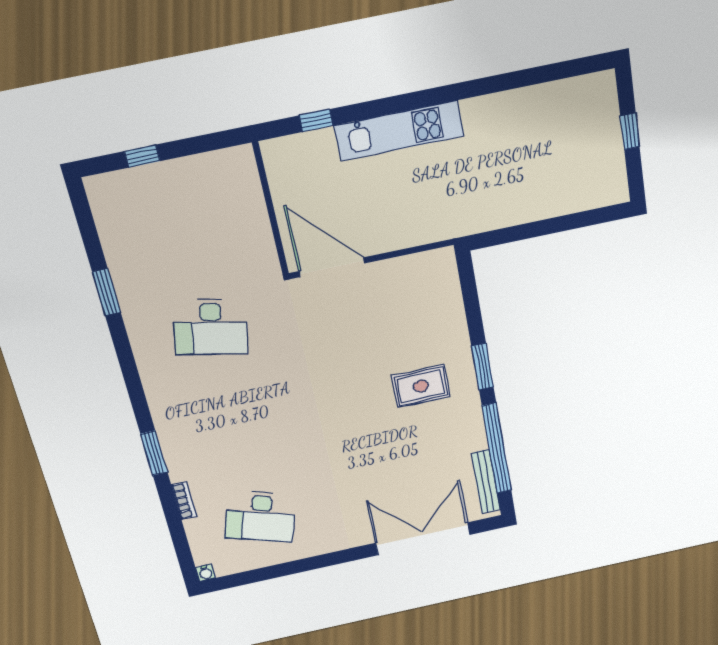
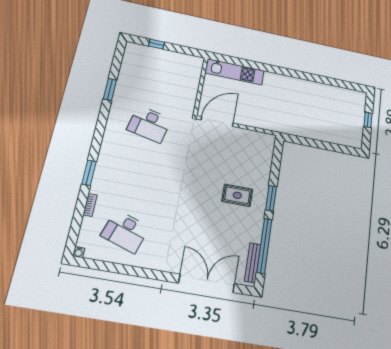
window: (316, 121) -> (235, 61), removed
kitchen unit: (399, 131) -> (235, 72), moved
door: (332, 267) -> (217, 122), hinge flipped

